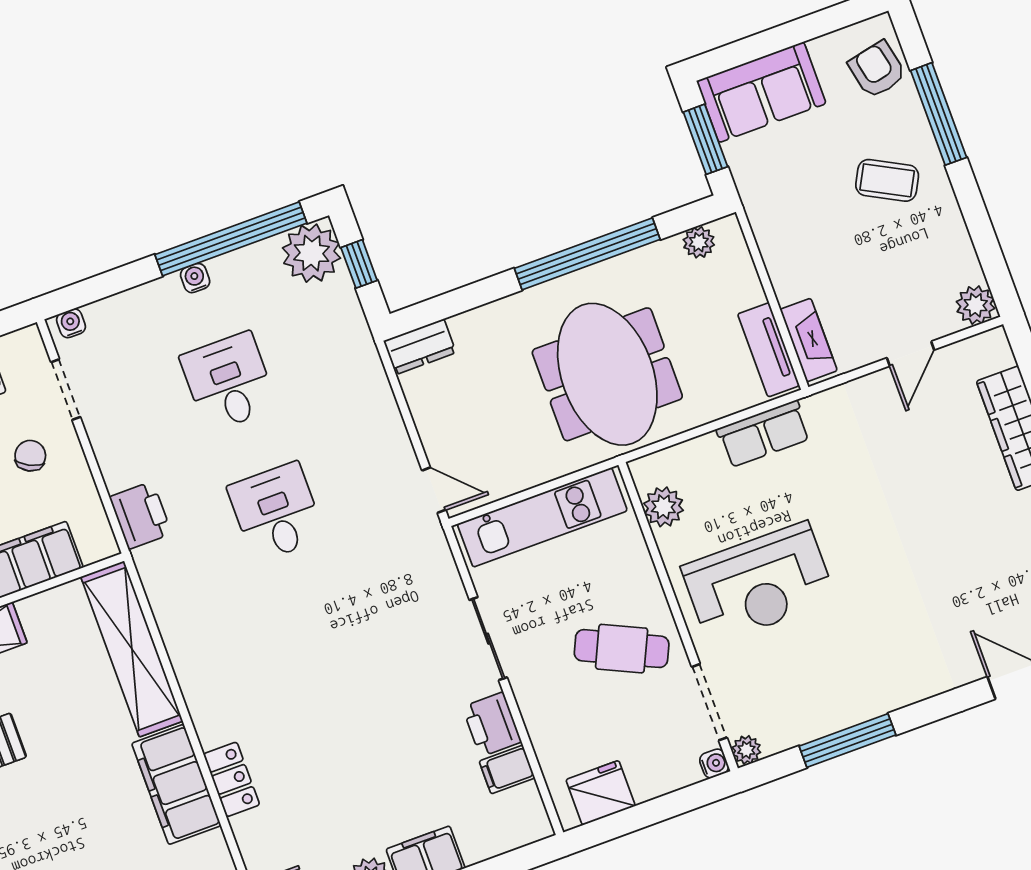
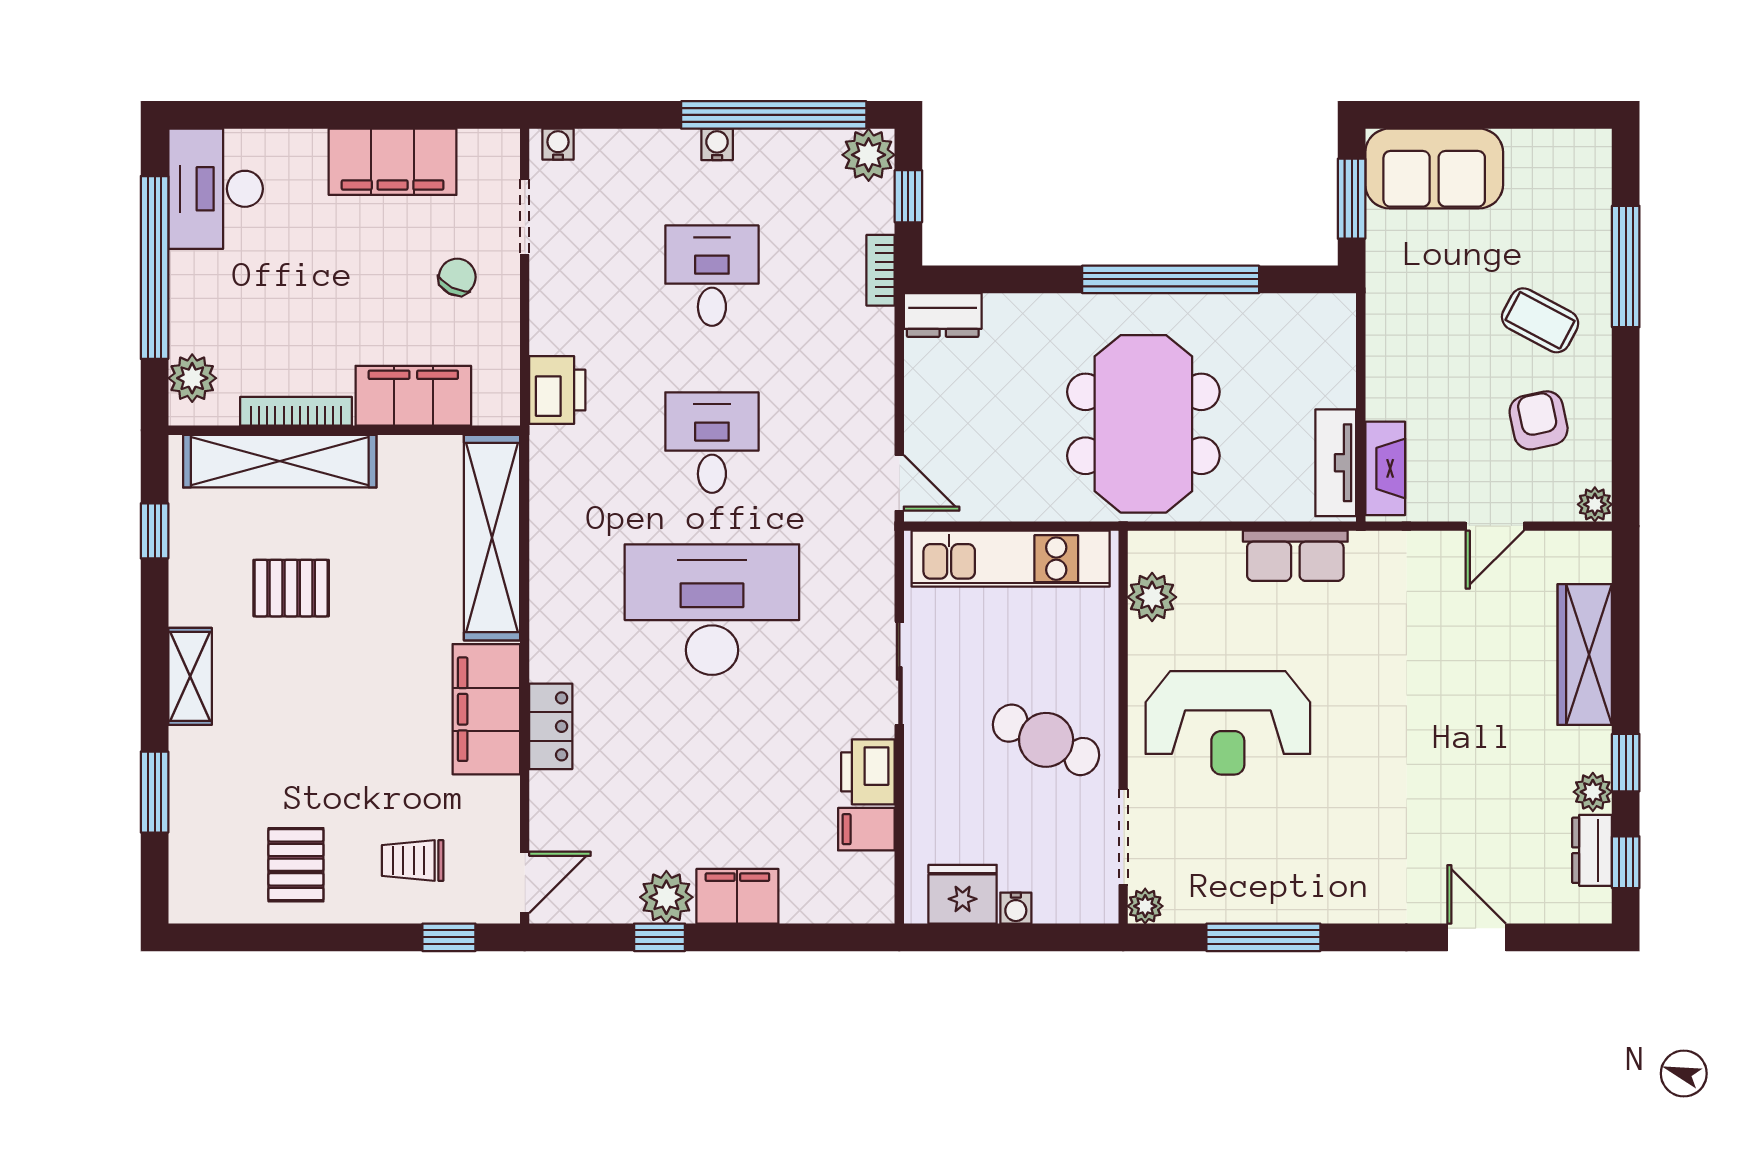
armchair: (877, 70) -> (1539, 420), moved
plant: (699, 242) -> (1301, 312), removed
plant: (311, 253) -> (869, 155), width x0.73, depth x0.73
plant: (976, 305) -> (1595, 504), width x0.73, depth x0.73
bookcase: (359, 330) -> (881, 270), added
desk: (324, 642) -> (712, 610), added
water cooler: (714, 764) -> (1016, 908), moved, turned 90

